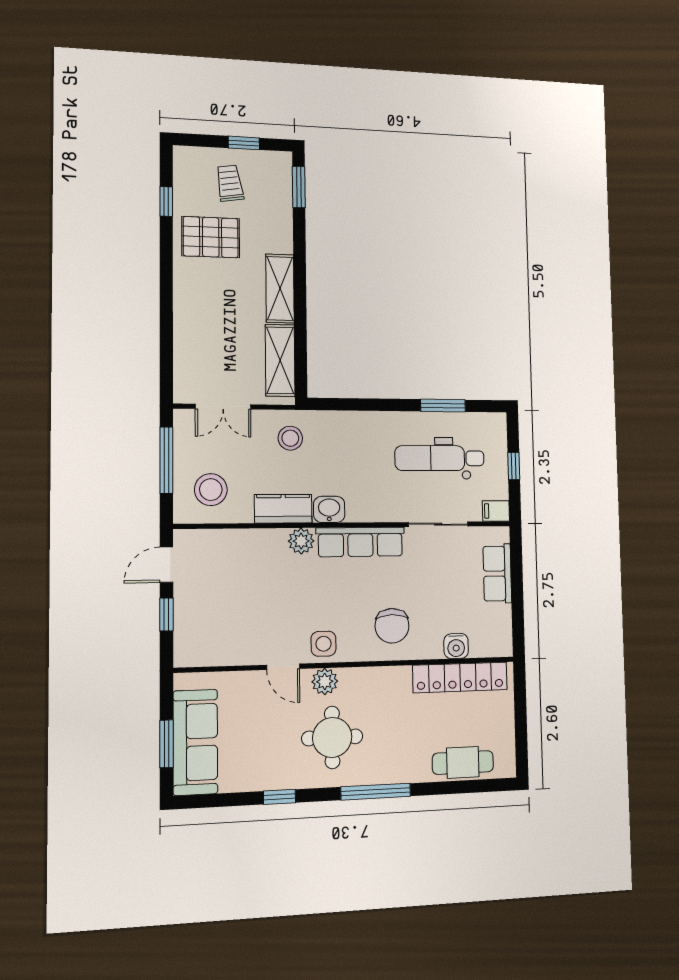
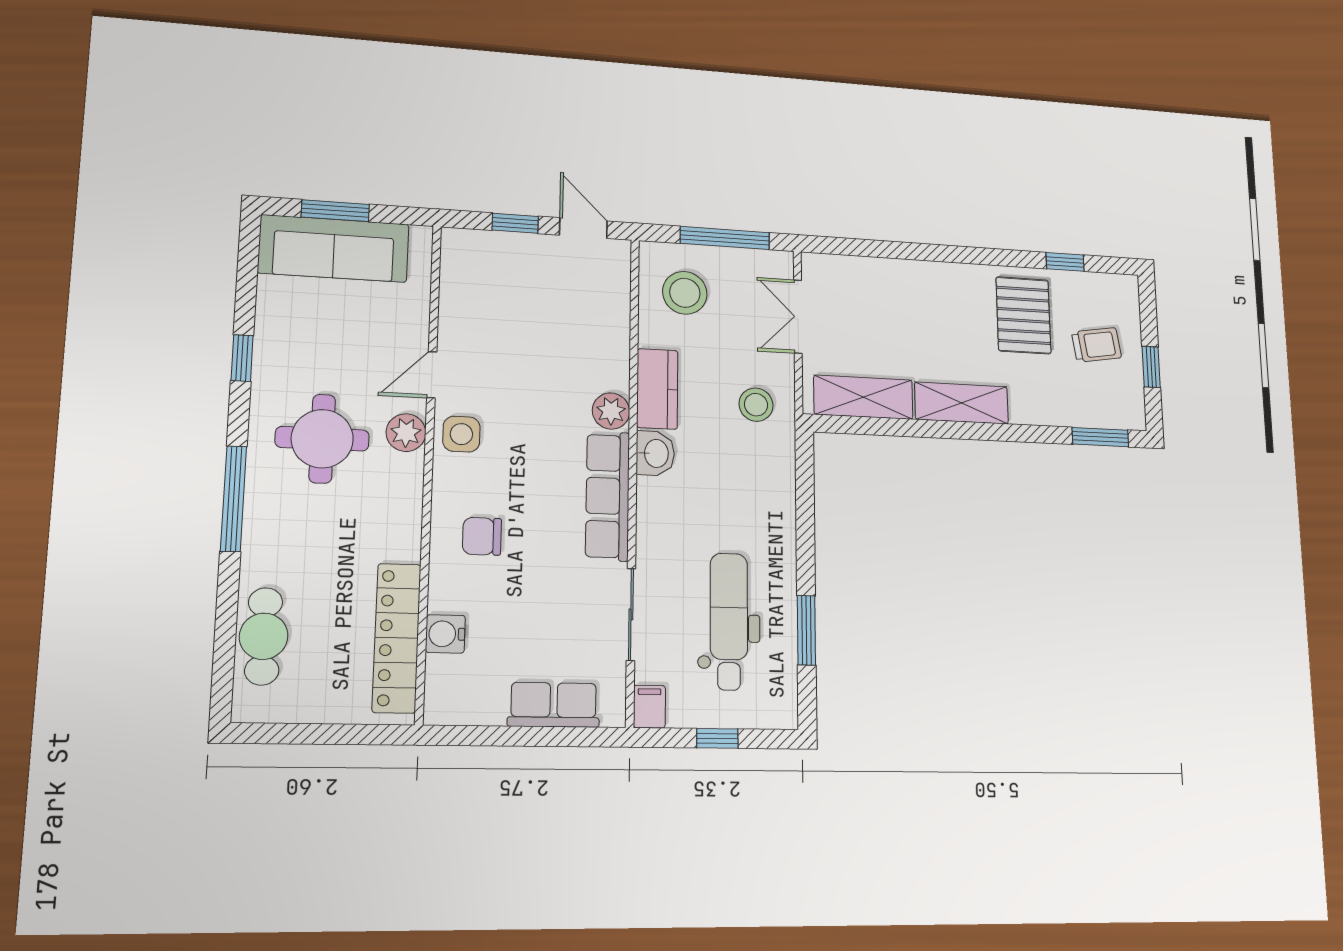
chair: (392, 626) -> (482, 536), width x0.73, depth x0.73

